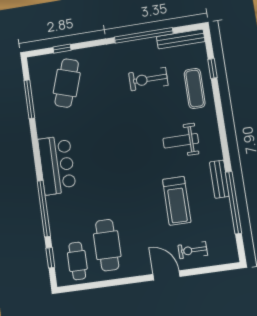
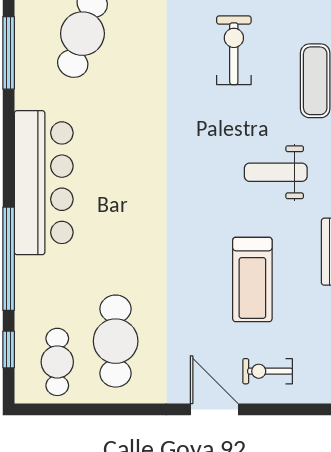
exercise bike: (148, 79) -> (234, 50), turned 90
bar counter: (57, 165) -> (44, 183), width x1.36

